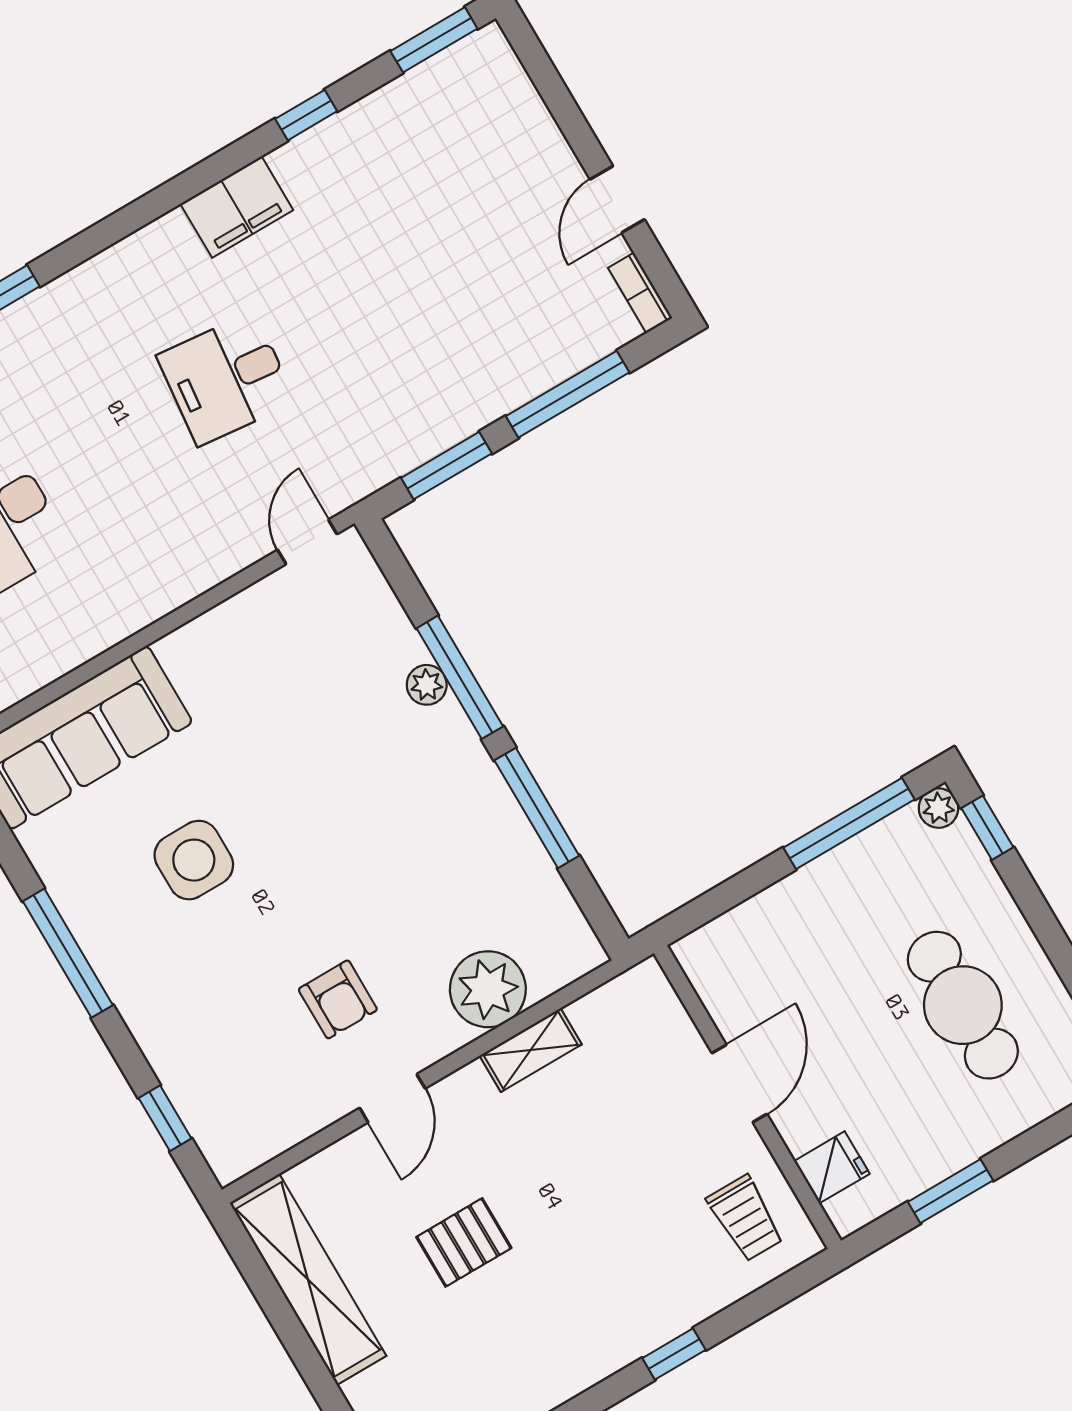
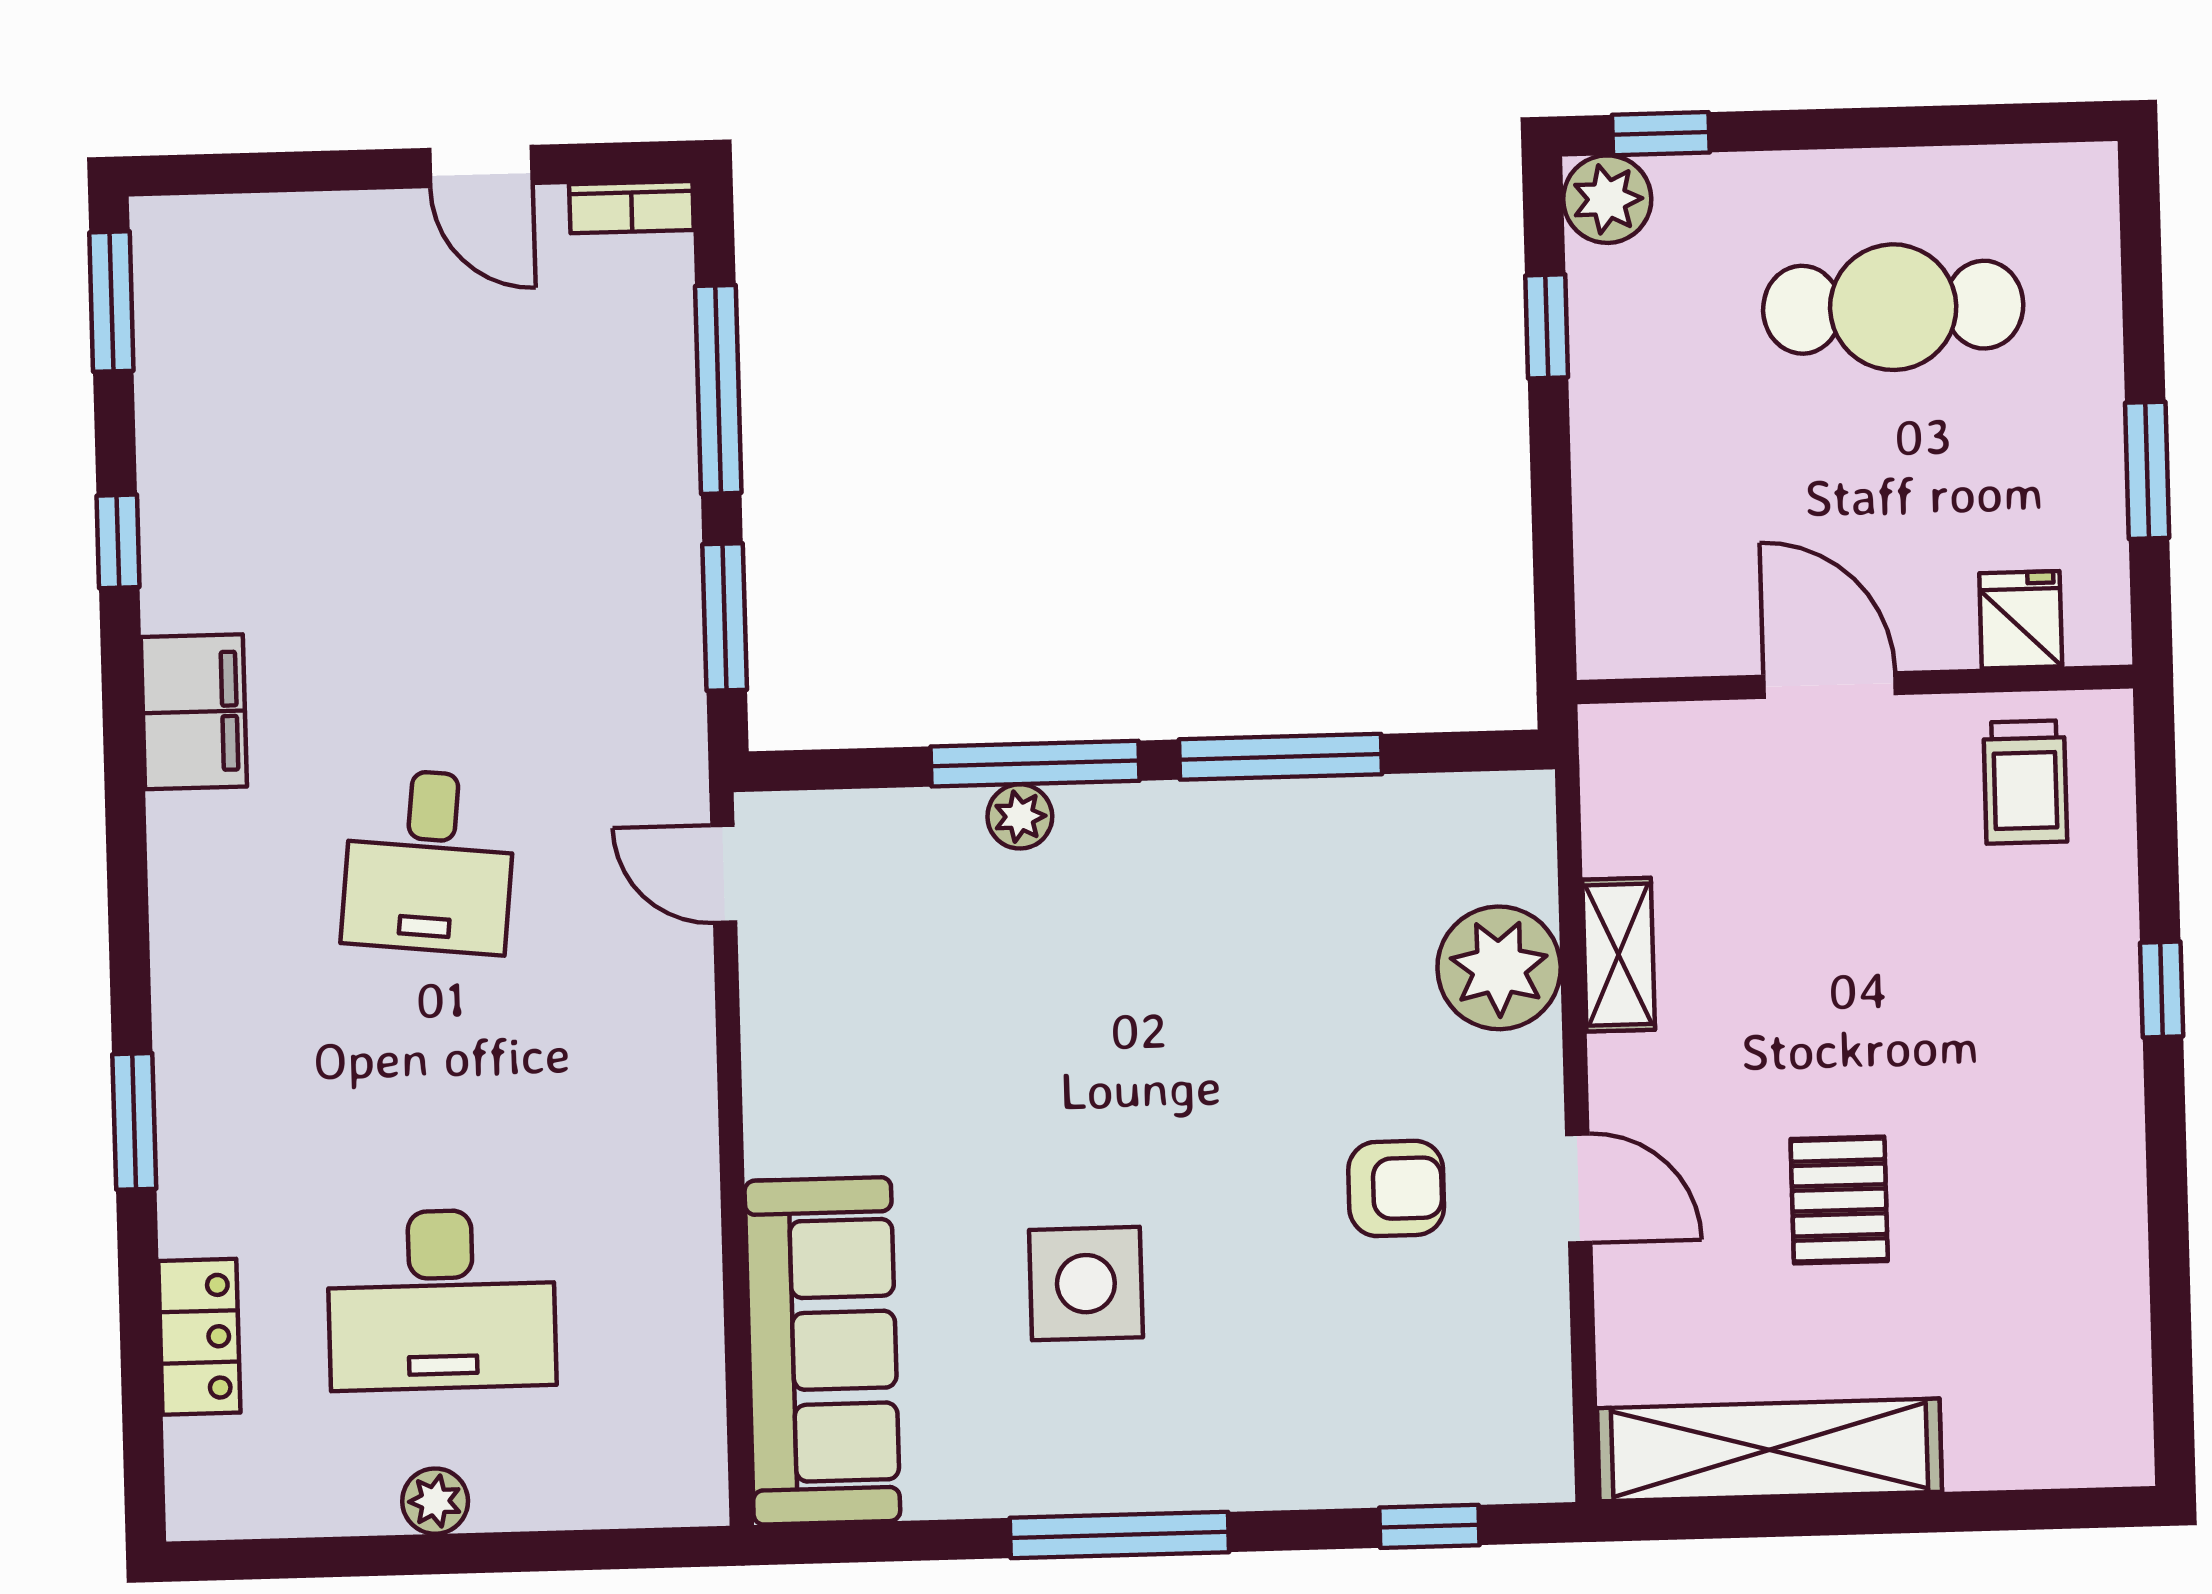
plant: (938, 808) -> (1607, 199), width x1.38, depth x1.38
window: (849, 823) -> (1547, 326), width x0.46
trolley: (745, 1218) -> (2025, 782), turned 90

